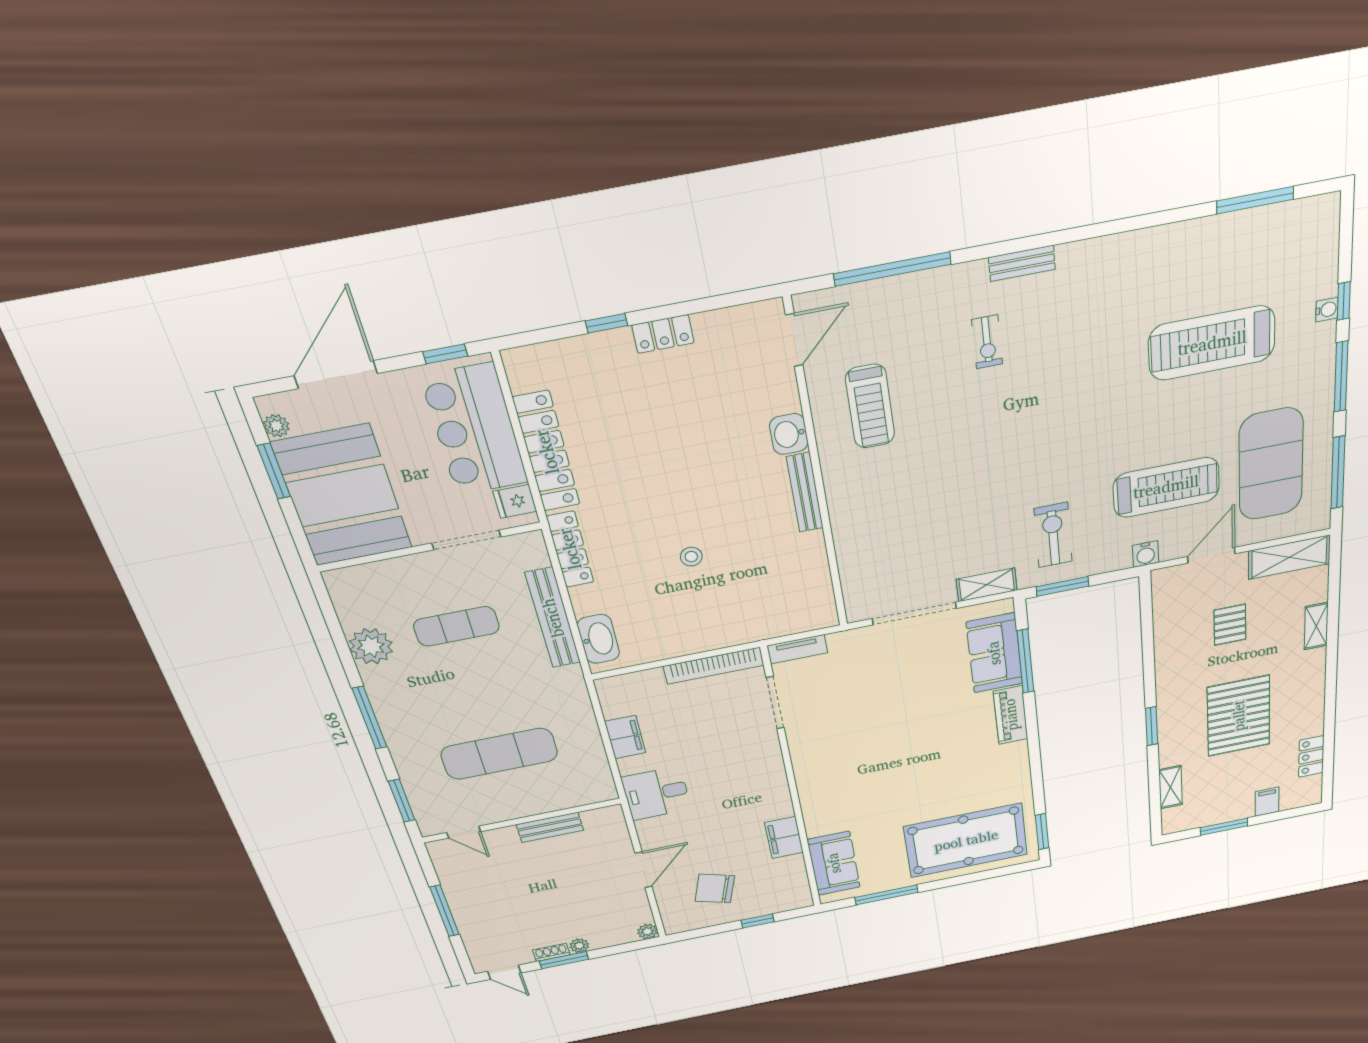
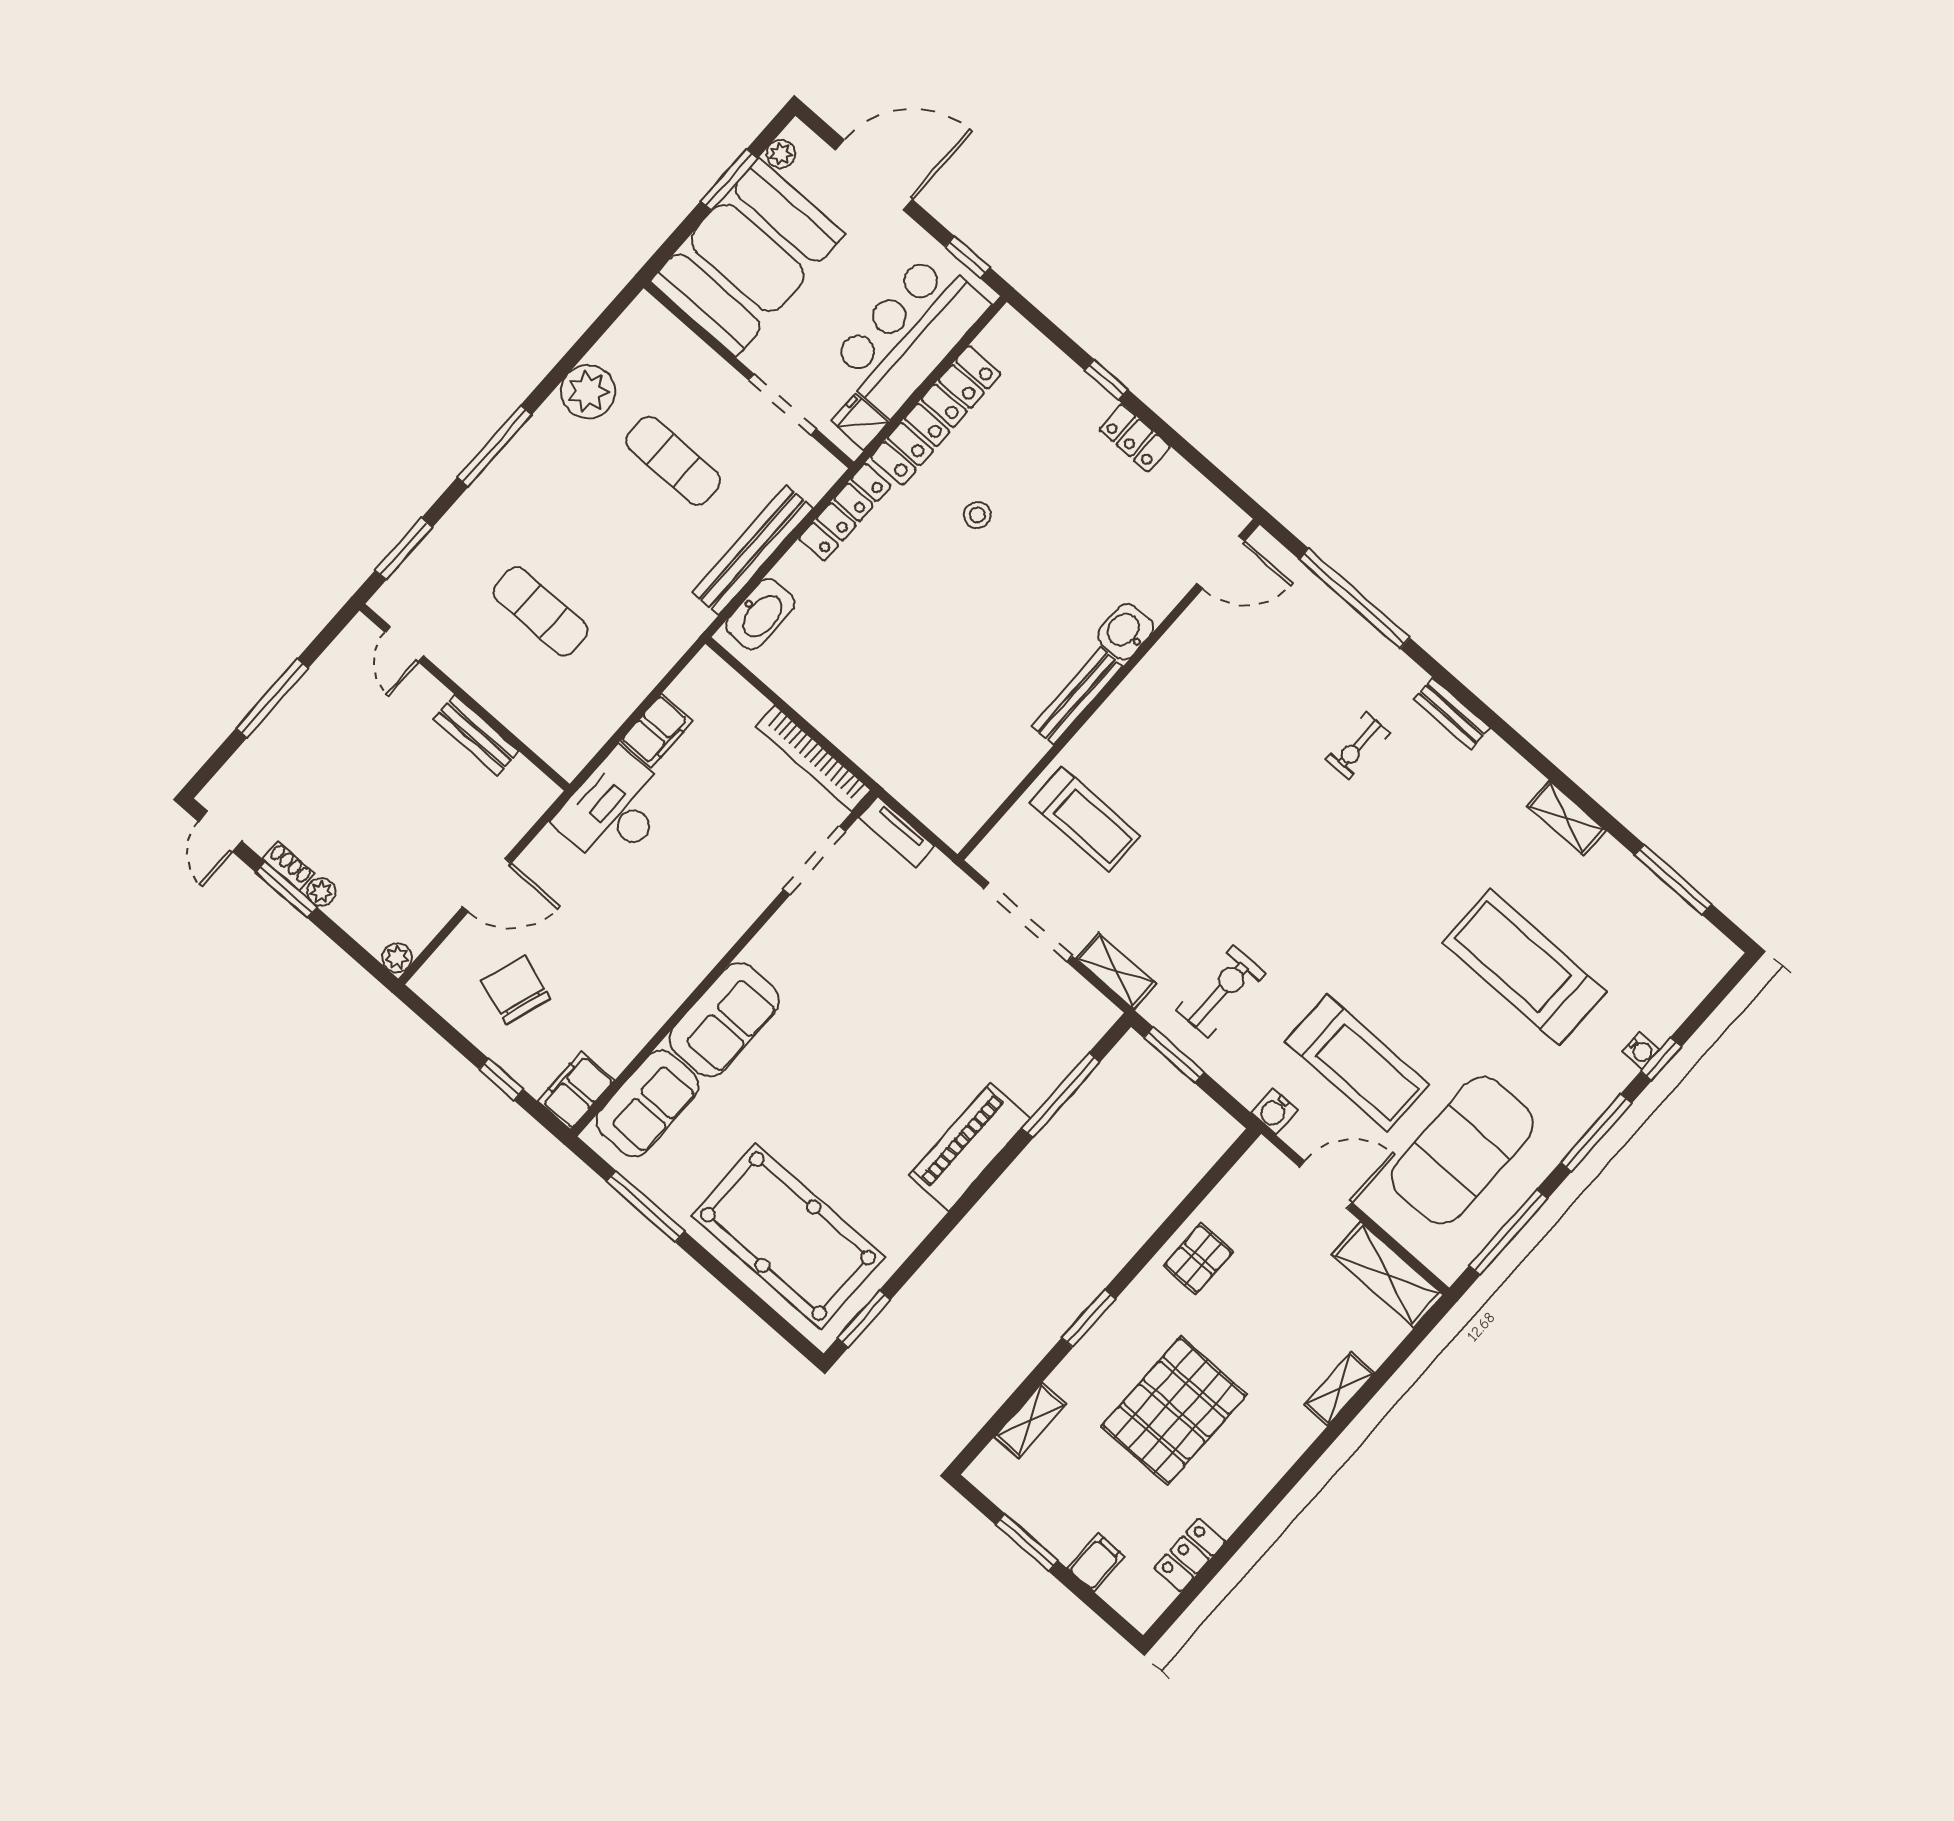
shelving: (1153, 240) -> (1567, 818), added
treadmill: (870, 406) -> (1085, 819), moved, turned -90
stool: (691, 557) -> (977, 515), moved
pallet: (1230, 625) -> (1198, 1259), moved
sofa: (994, 653) -> (724, 1020), moved, turned 180
piano: (1011, 715) -> (970, 1147), width x1.37, depth x1.33
exercise mat: (499, 754) -> (540, 611), width x0.73, depth x0.69
desk: (656, 793) -> (614, 809), width x1.37
filing cabinet: (784, 838) -> (576, 1091), moved

